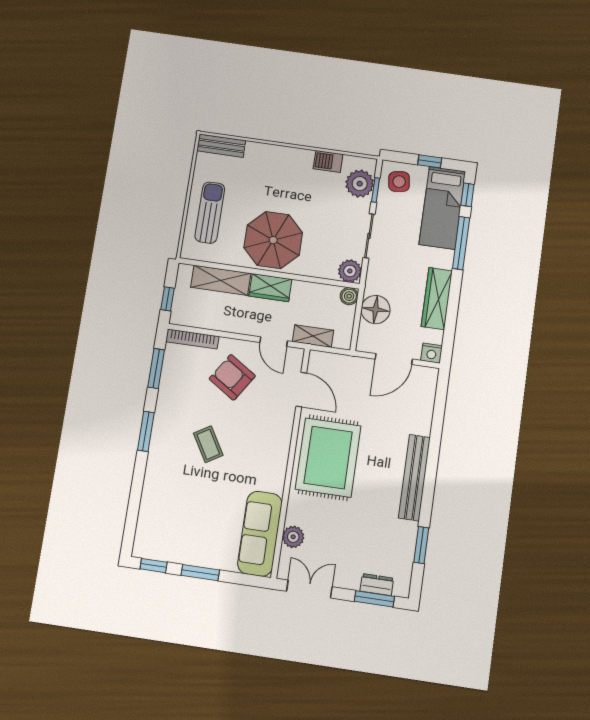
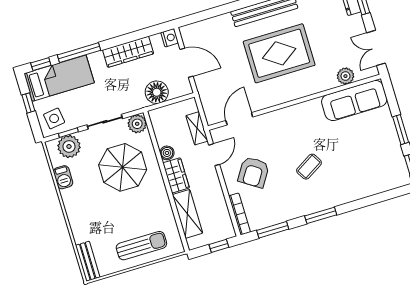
sun lounger: (210, 213) -> (141, 246), turned 180
parasol: (273, 240) -> (123, 167), moved
boiler: (349, 296) -> (167, 153), moved
rug: (328, 458) -> (279, 53), moved

